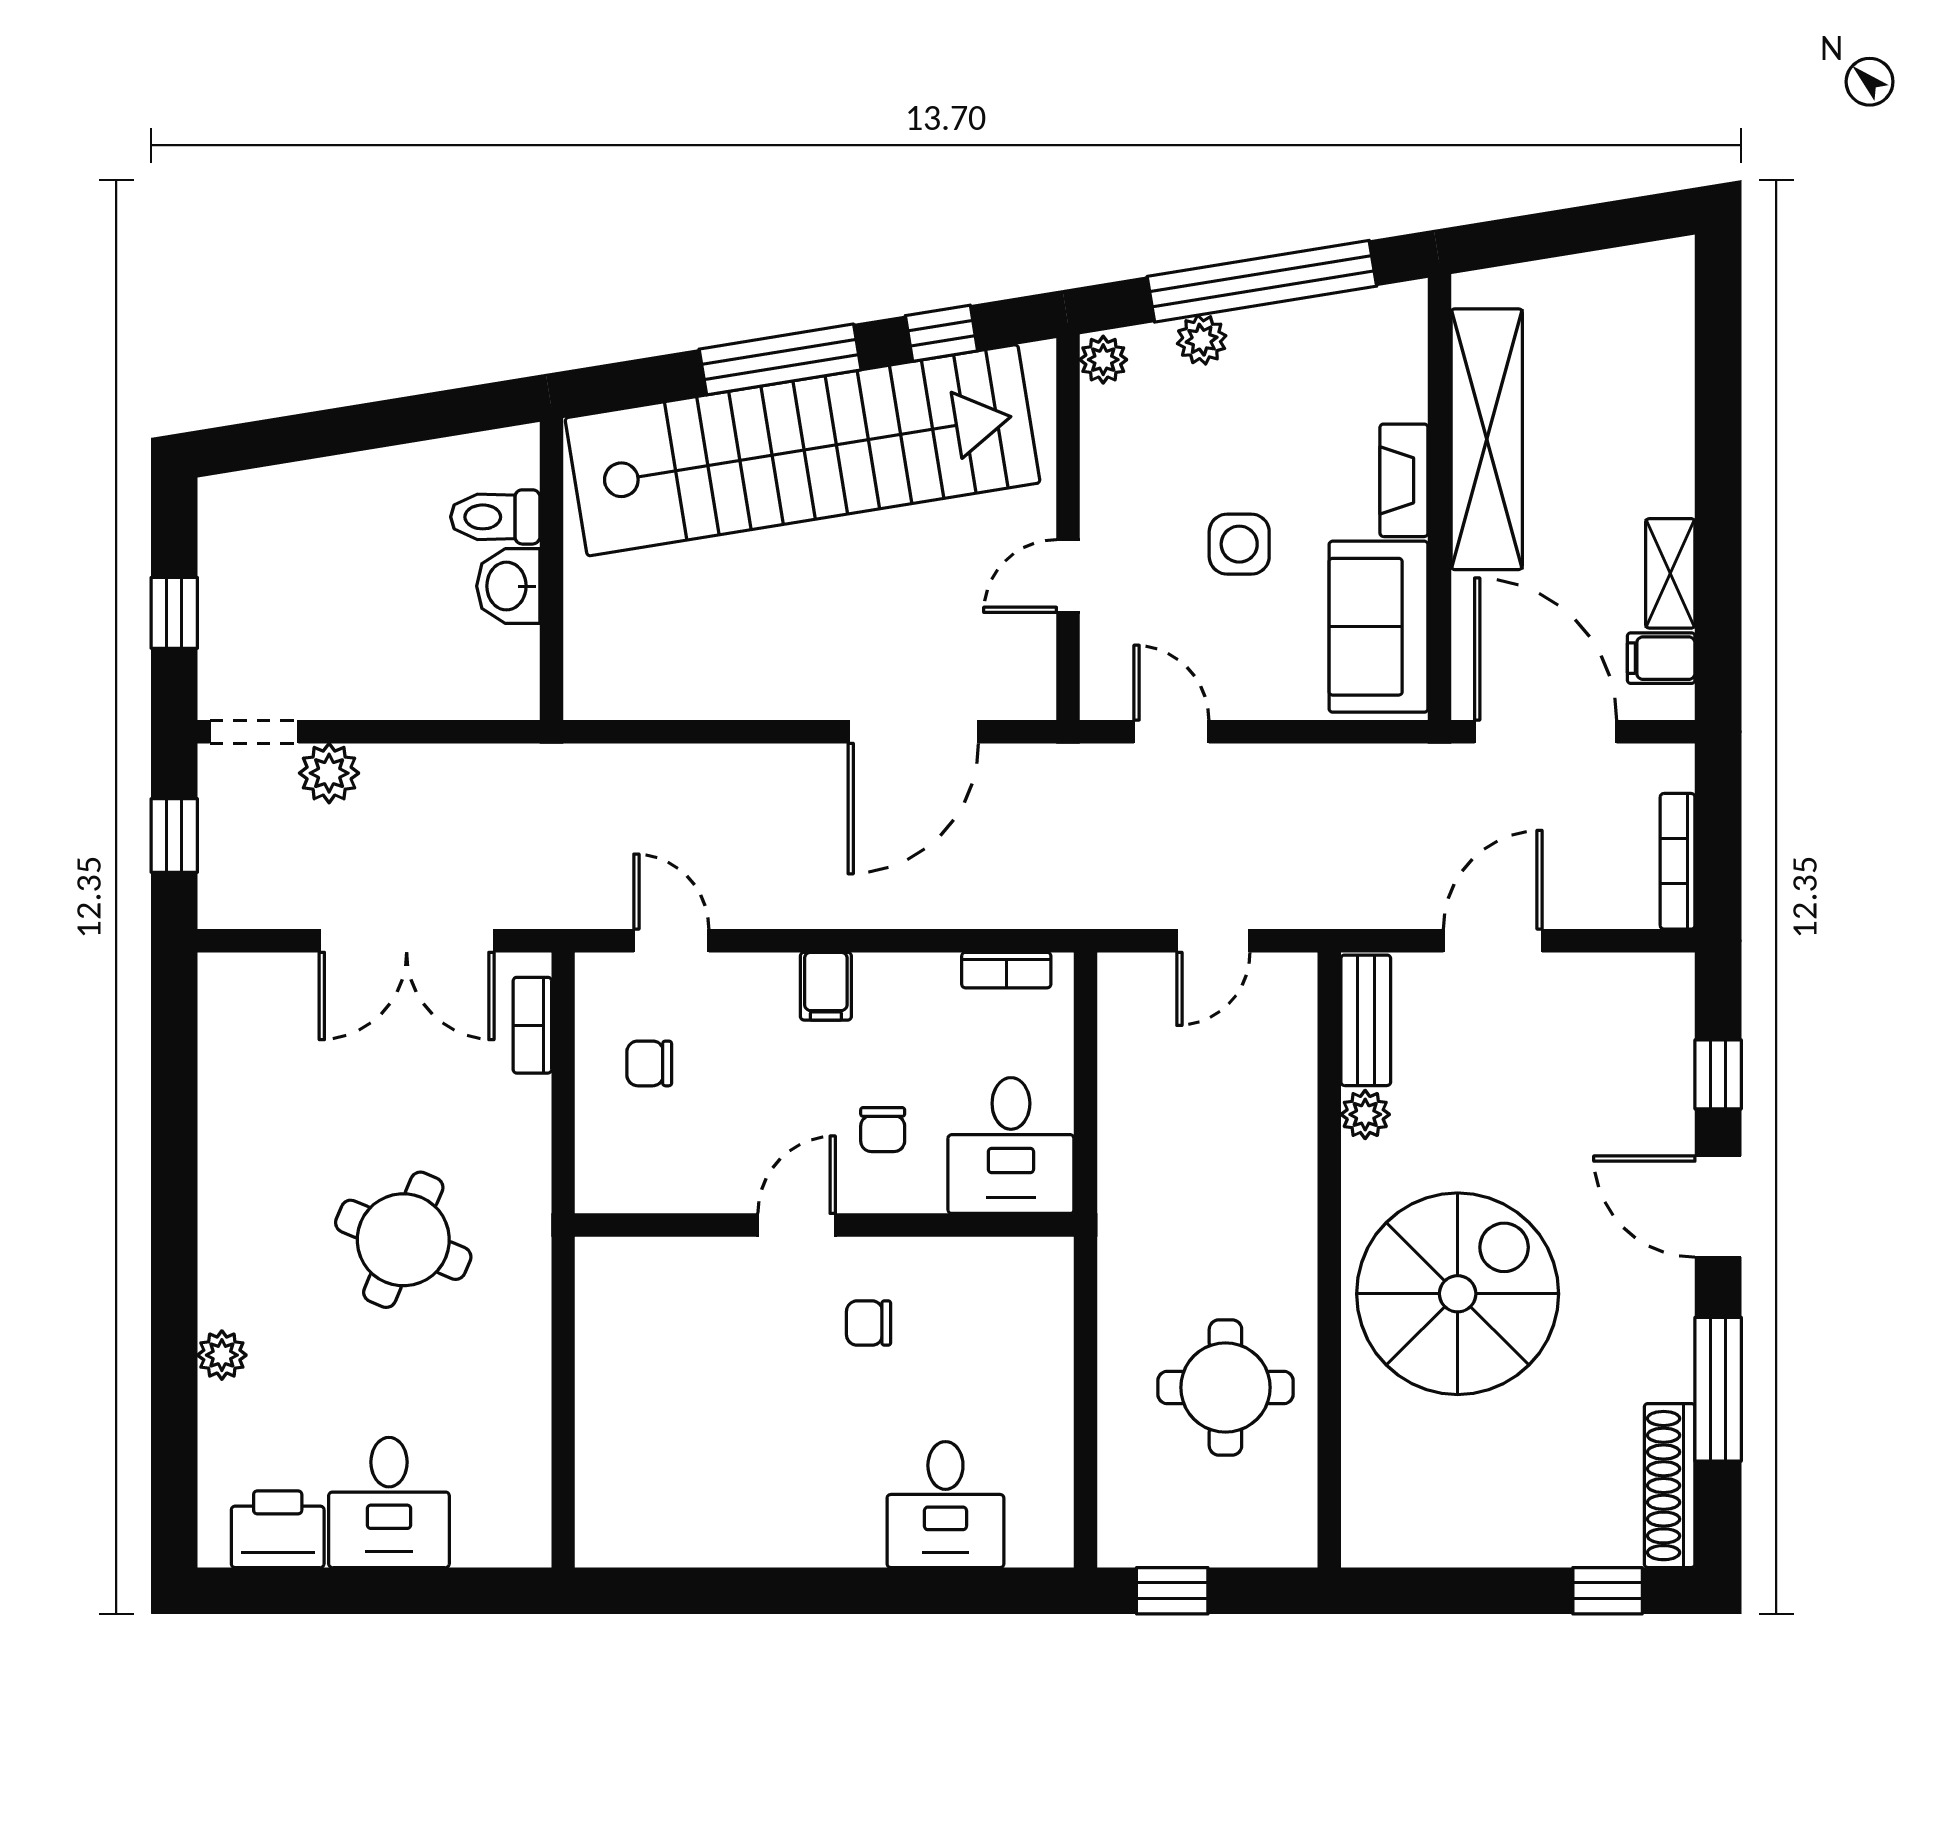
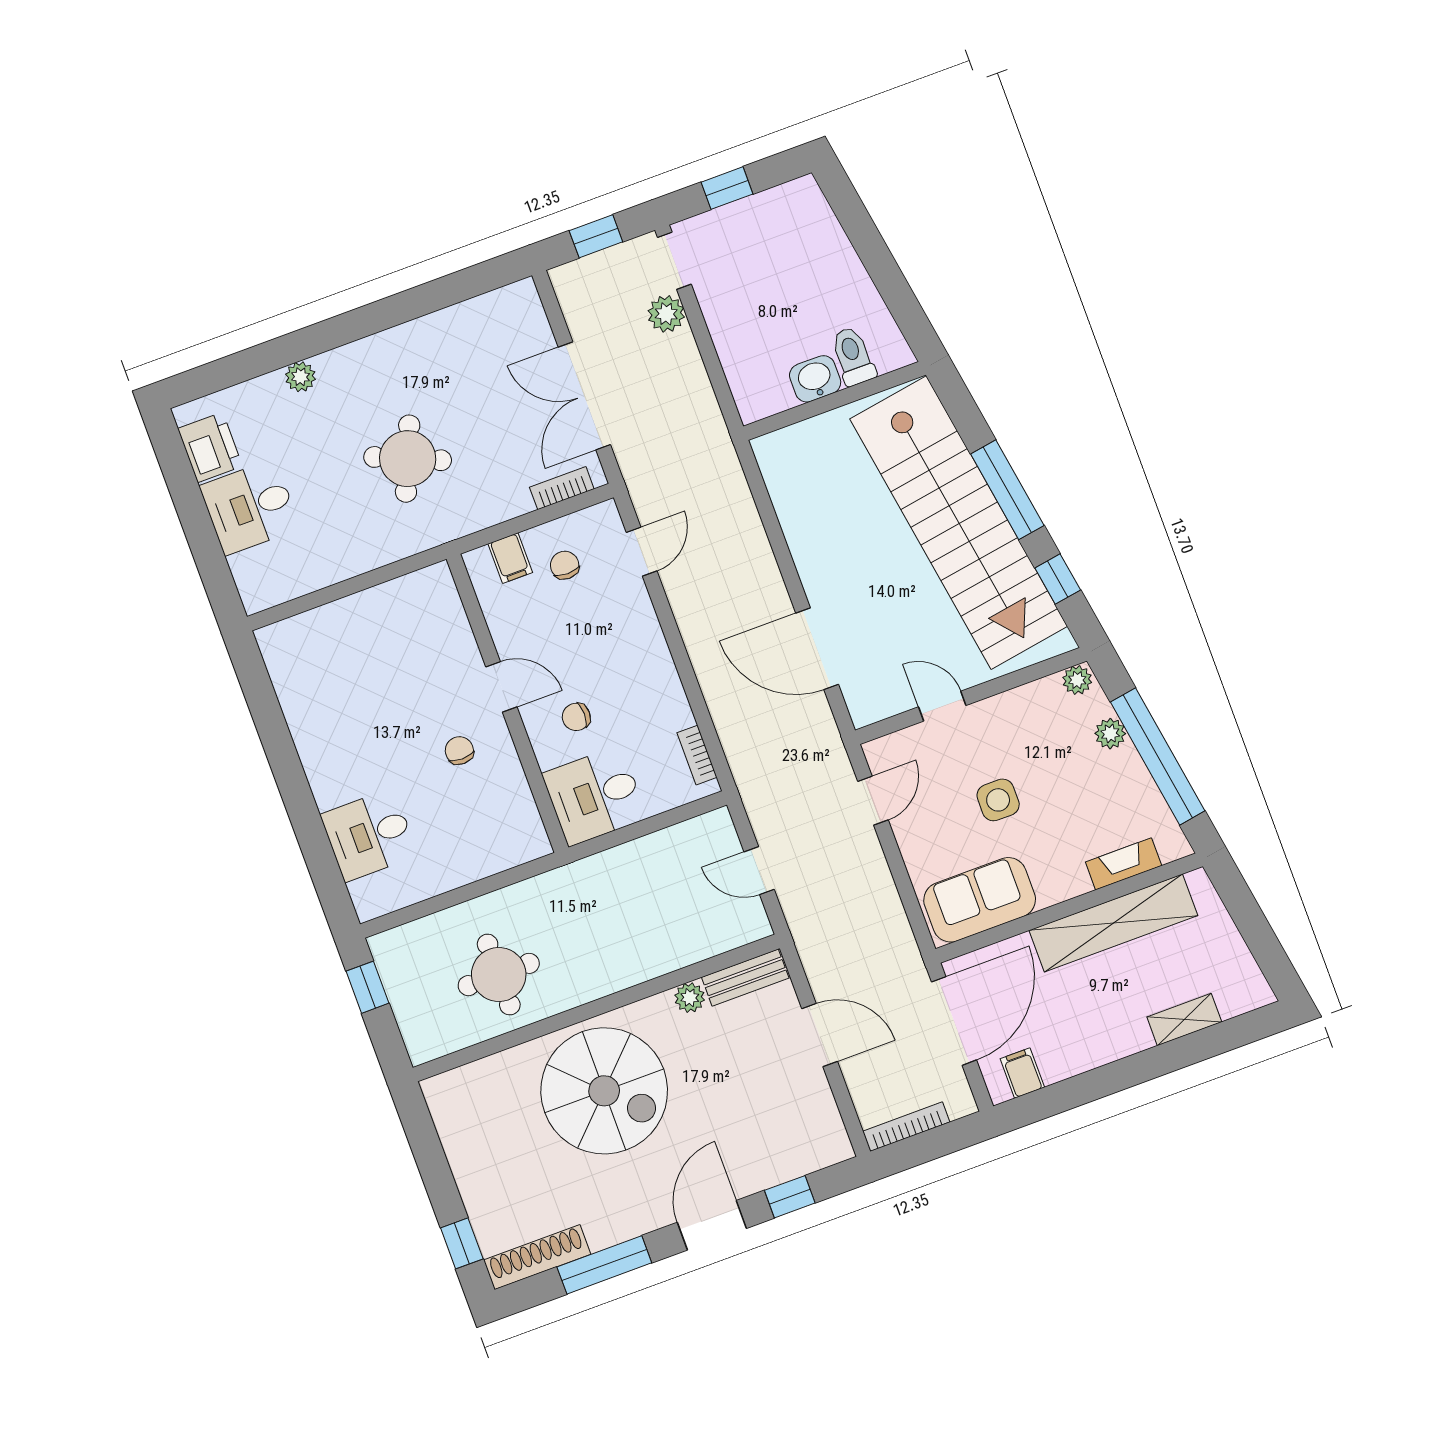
fireplace: (1404, 480) -> (1124, 864), moved
shelving: (1670, 573) -> (1184, 1019), moved
filing cabinet: (826, 986) -> (510, 558), moved, turned -90

